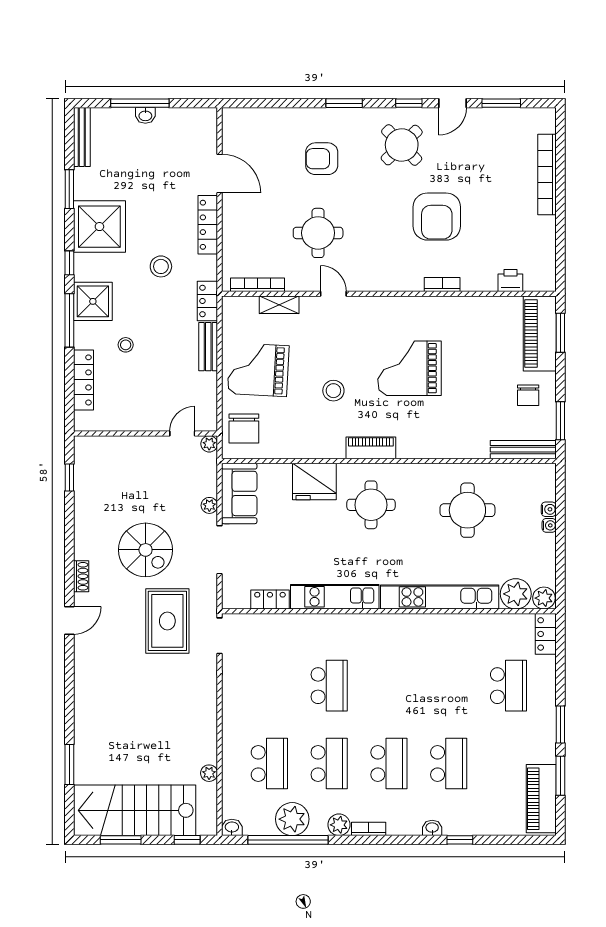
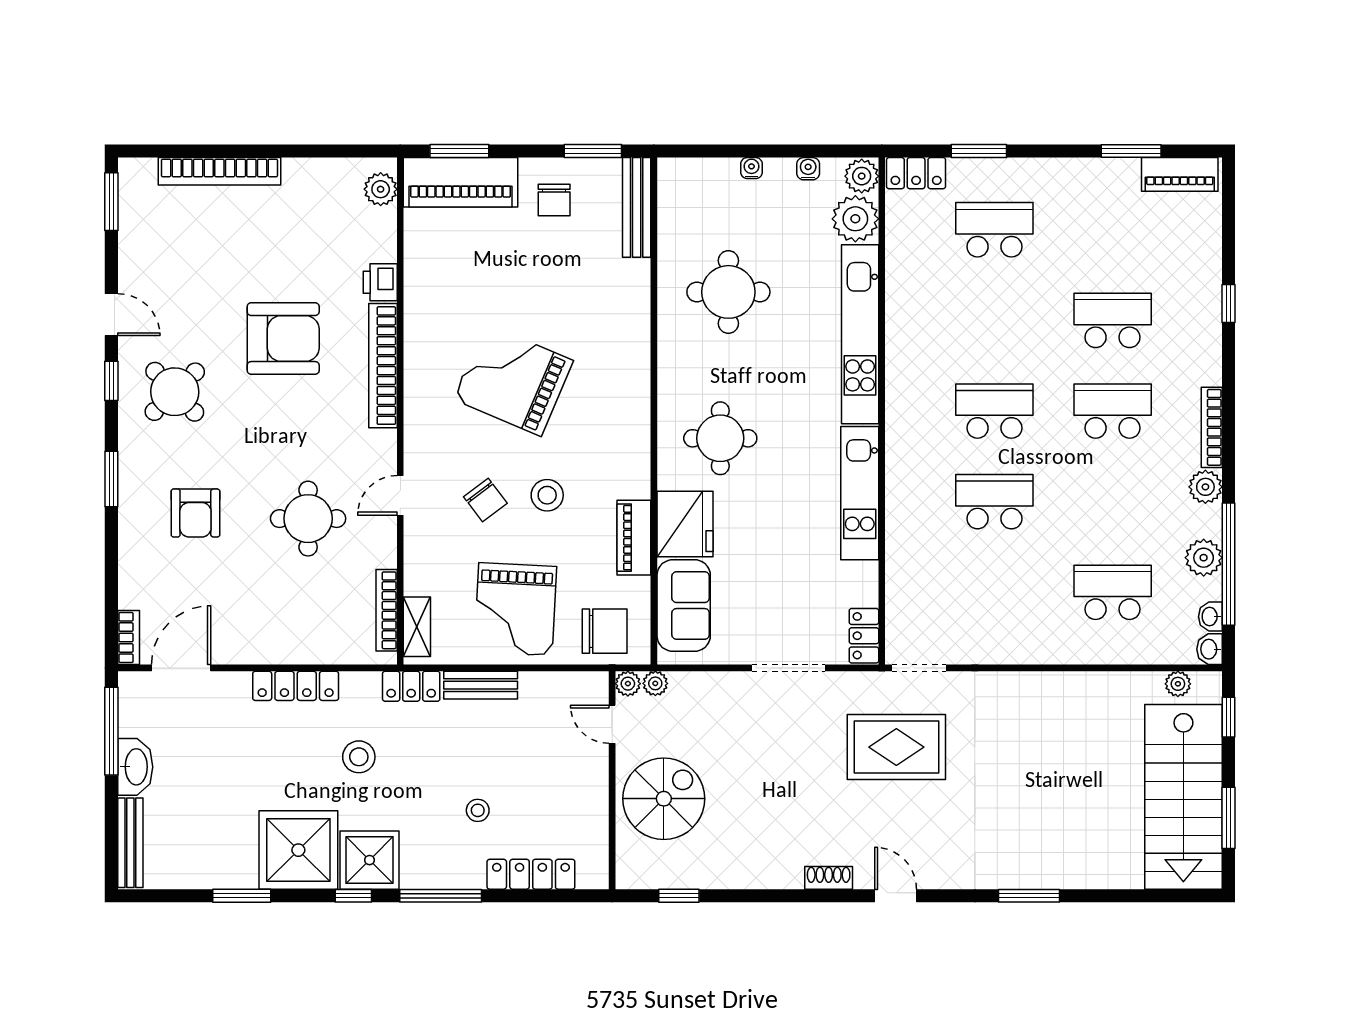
window: (140, 103) -> (111, 731), moved
window: (501, 103) -> (111, 202), moved
washbasin: (145, 115) -> (135, 767), width x1.91, depth x1.45
bookcase: (240, 115) -> (129, 638), added
bench: (82, 137) -> (130, 843), moved, turned 90
door: (220, 173) -> (181, 668), moved
printer: (510, 280) -> (380, 282), moved
plant: (535, 281) -> (381, 189), added
bookcase: (442, 285) -> (383, 366), width x2.31, depth x1.31
shower: (93, 301) -> (370, 860), moved
shelving: (279, 305) -> (417, 627), moved
chair: (330, 350) -> (485, 500), added
grand piano: (409, 368) -> (513, 380), turned 113
chair: (528, 395) -> (554, 200), turned 90
piano: (371, 448) -> (634, 538), moved
sofa: (239, 493) -> (684, 606), moved, turned 90
plant: (209, 505) -> (655, 683), moved
water cooler: (549, 509) -> (808, 169), moved
spiral stairs: (146, 550) -> (664, 799), moved
locker: (270, 600) -> (864, 636), moved
window: (560, 724) -> (979, 151), moved
window: (69, 764) -> (1029, 896), moved
school desk: (329, 764) -> (994, 411), moved
plant: (209, 773) -> (1178, 684), moved
piano: (541, 799) -> (1180, 174), width x0.73, depth x0.75
plant: (292, 819) -> (1204, 558), width x0.73, depth x0.73
washbasin: (432, 828) -> (1210, 617), moved
bookcase: (369, 829) -> (1212, 427), width x1.56

